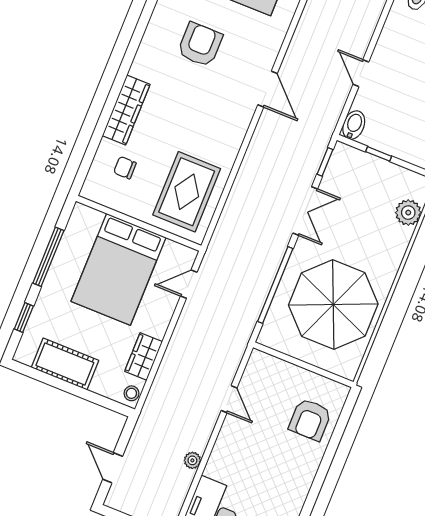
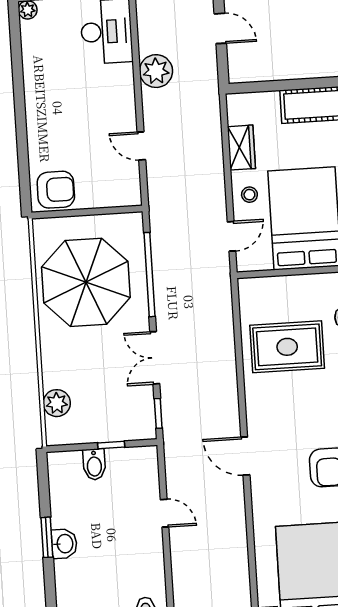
bidet: (354, 125) -> (94, 464), moved
rug: (187, 192) -> (287, 347), moved, turned 90
stool: (131, 393) -> (249, 195), moved
armchair: (310, 420) -> (56, 190), moved, turned 90
plant: (192, 460) -> (156, 71), width x1.88, depth x1.88

